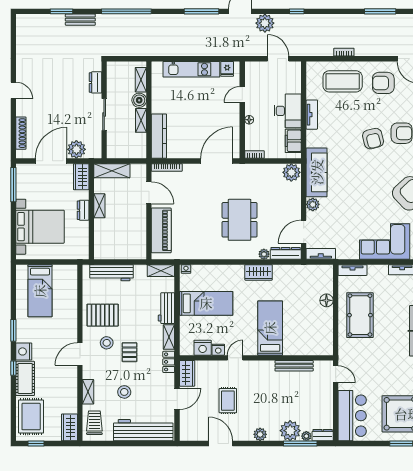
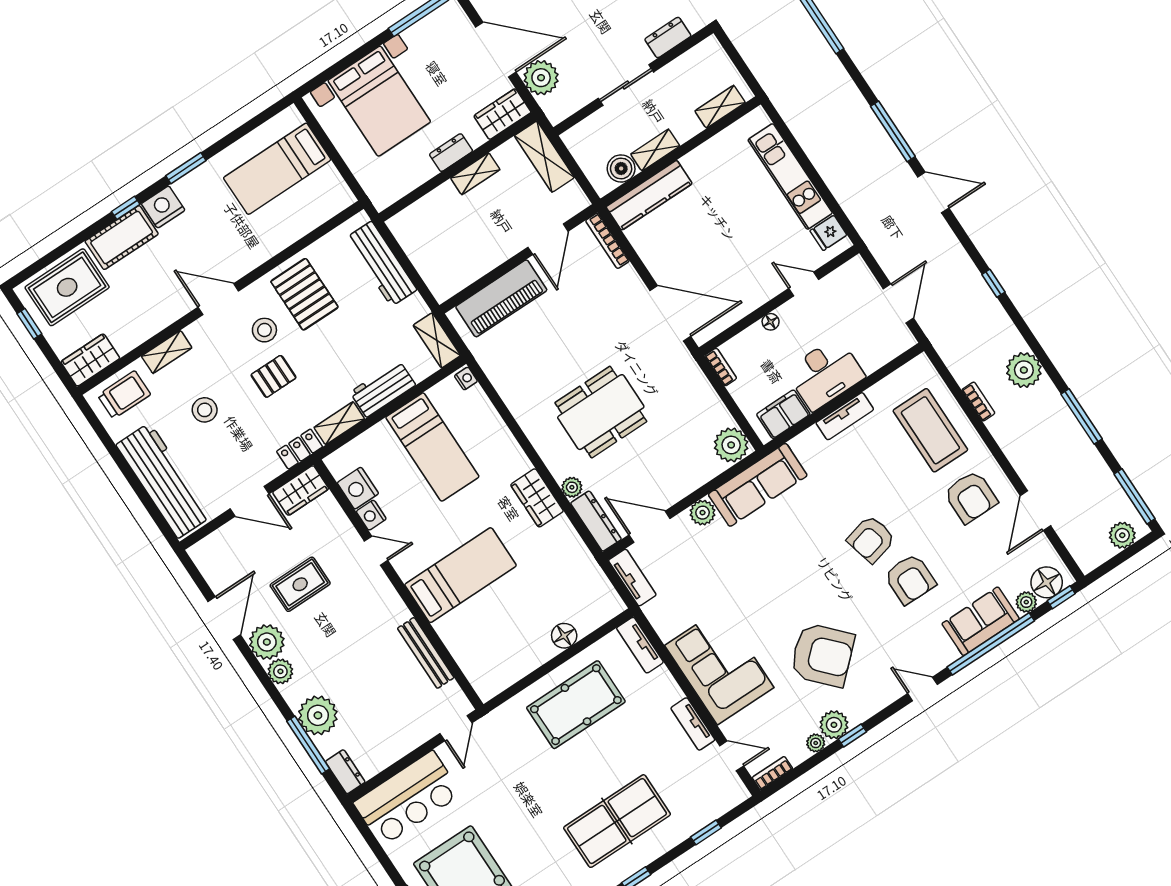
plant: (265, 23) -> (1024, 370), moved
armchair: (383, 83) -> (971, 497), turned 180
boiler: (139, 100) -> (621, 168), moved
plant: (306, 436) -> (267, 642), moved, width x1.88, depth x1.88

